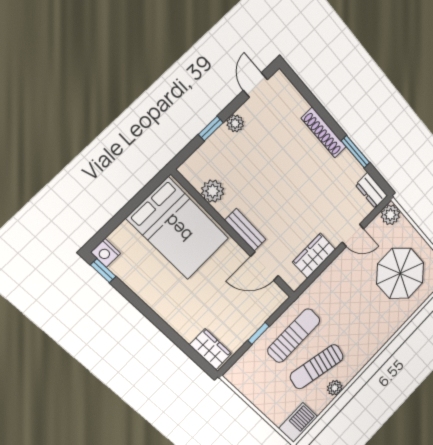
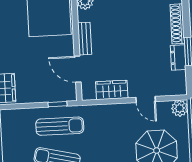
dresser: (372, 190) -> (178, 57), moved
window: (259, 333) -> (57, 104), moved

